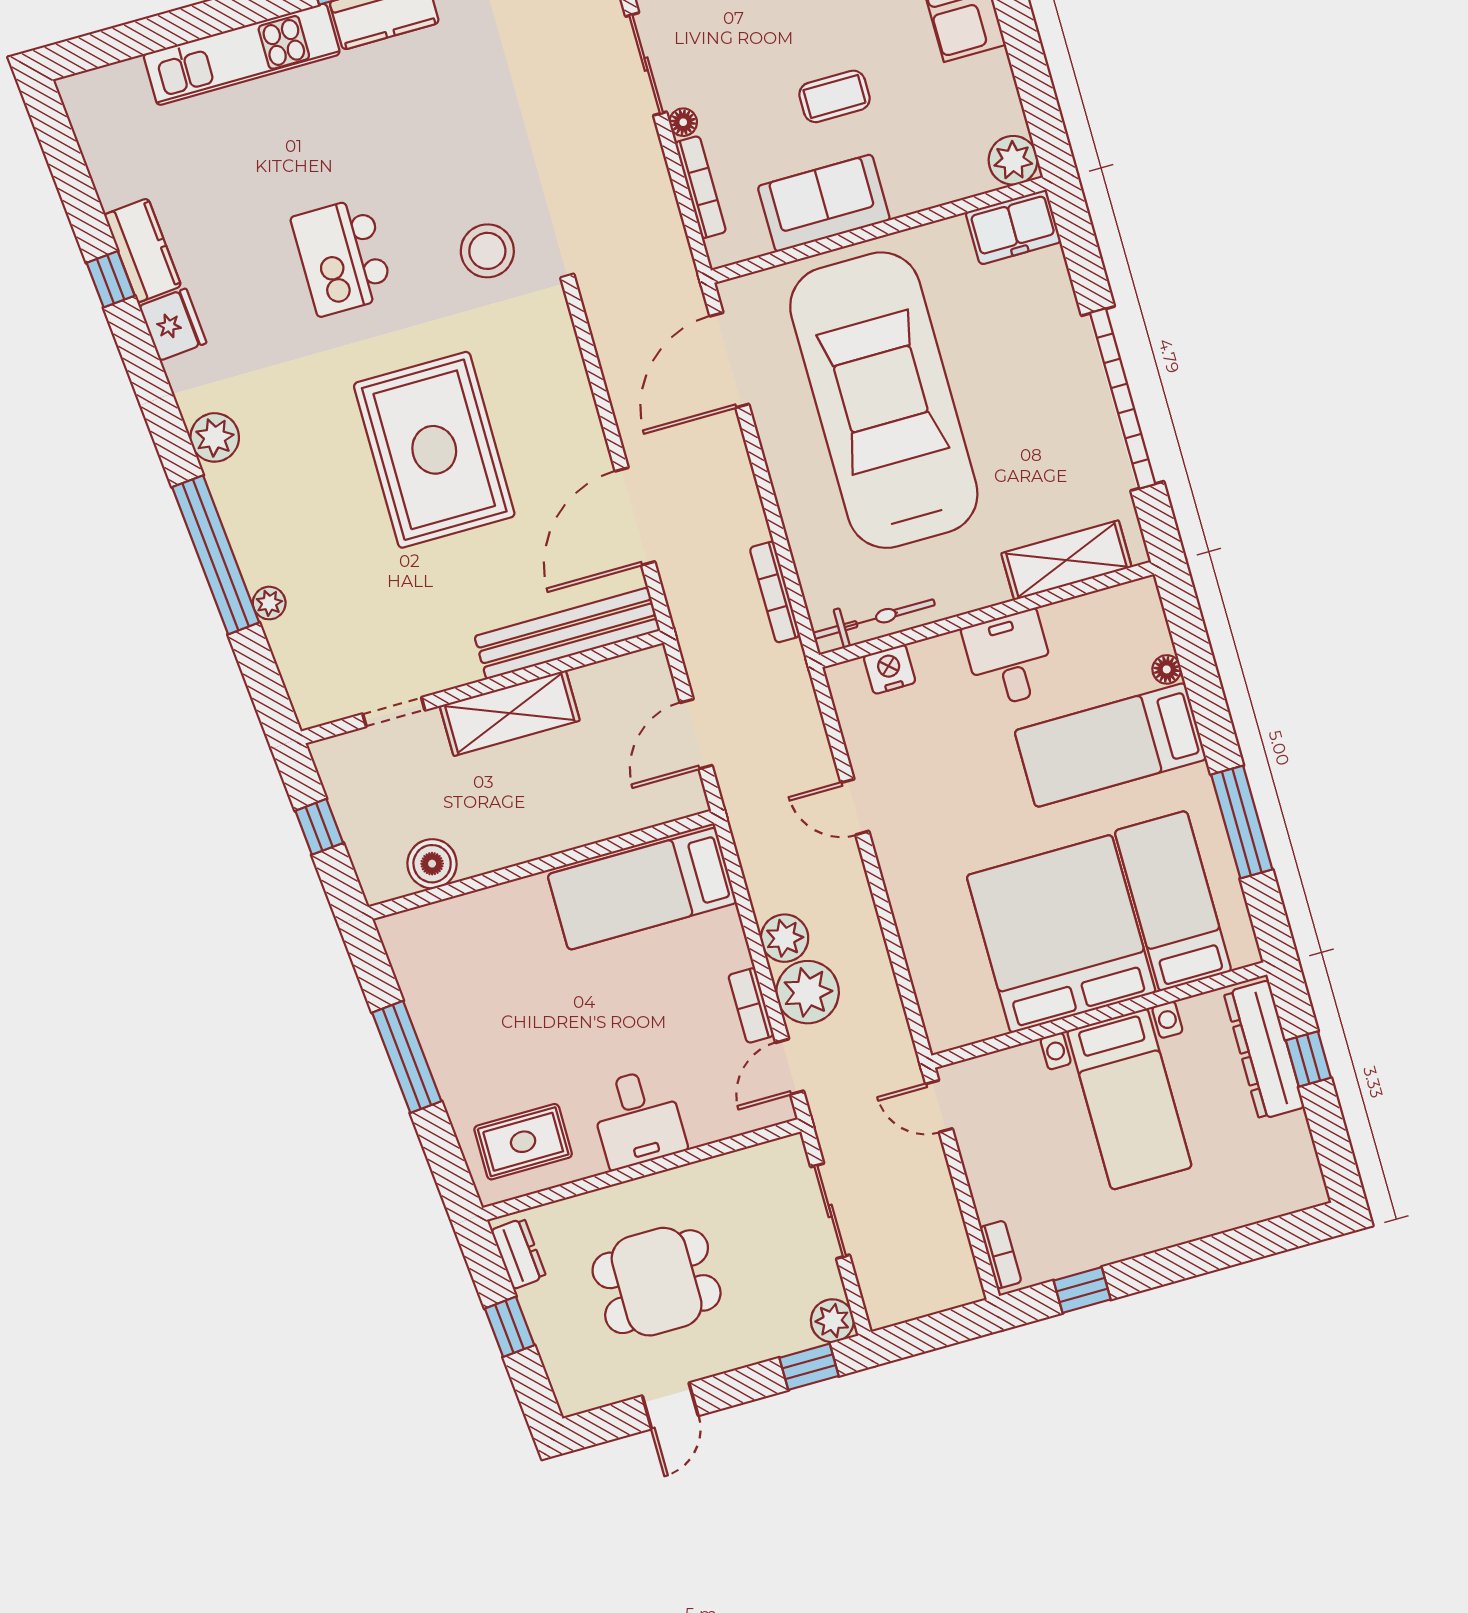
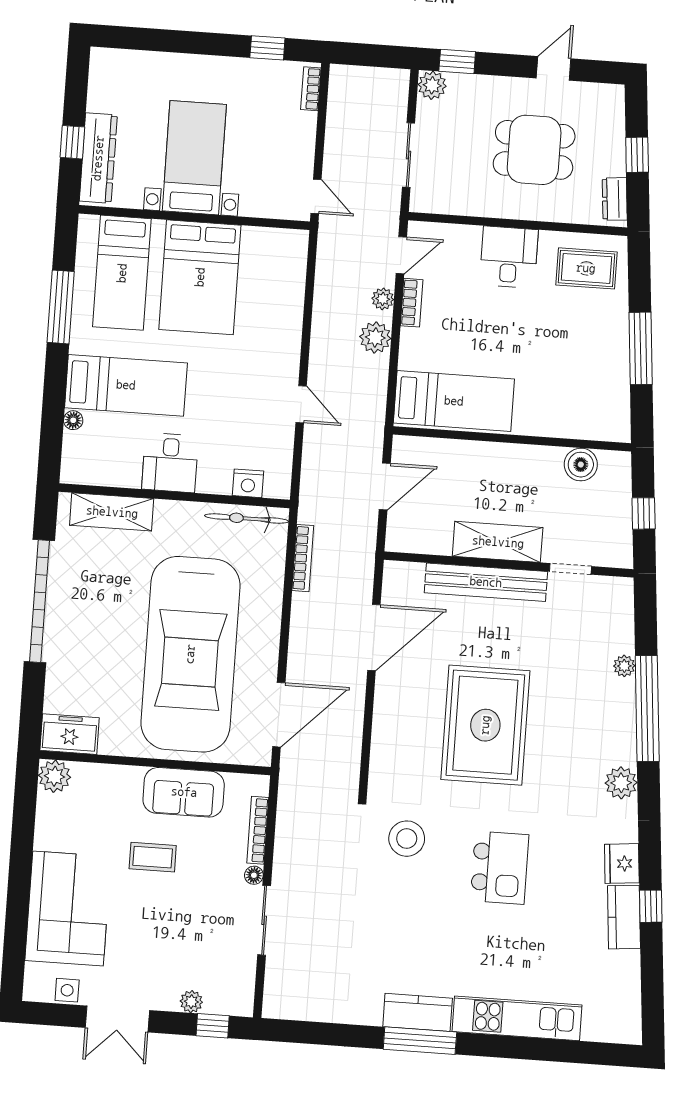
bench: (567, 633) -> (486, 582), moved
bed: (1061, 934) -> (200, 277), width x0.73
plant: (808, 992) -> (383, 299), width x0.53, depth x0.53

